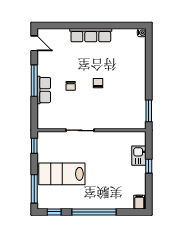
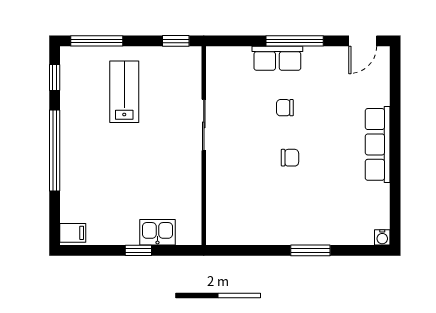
window: (149, 111) -> (310, 250), moved
lab bench: (62, 174) -> (124, 92), width x0.73, depth x0.72

